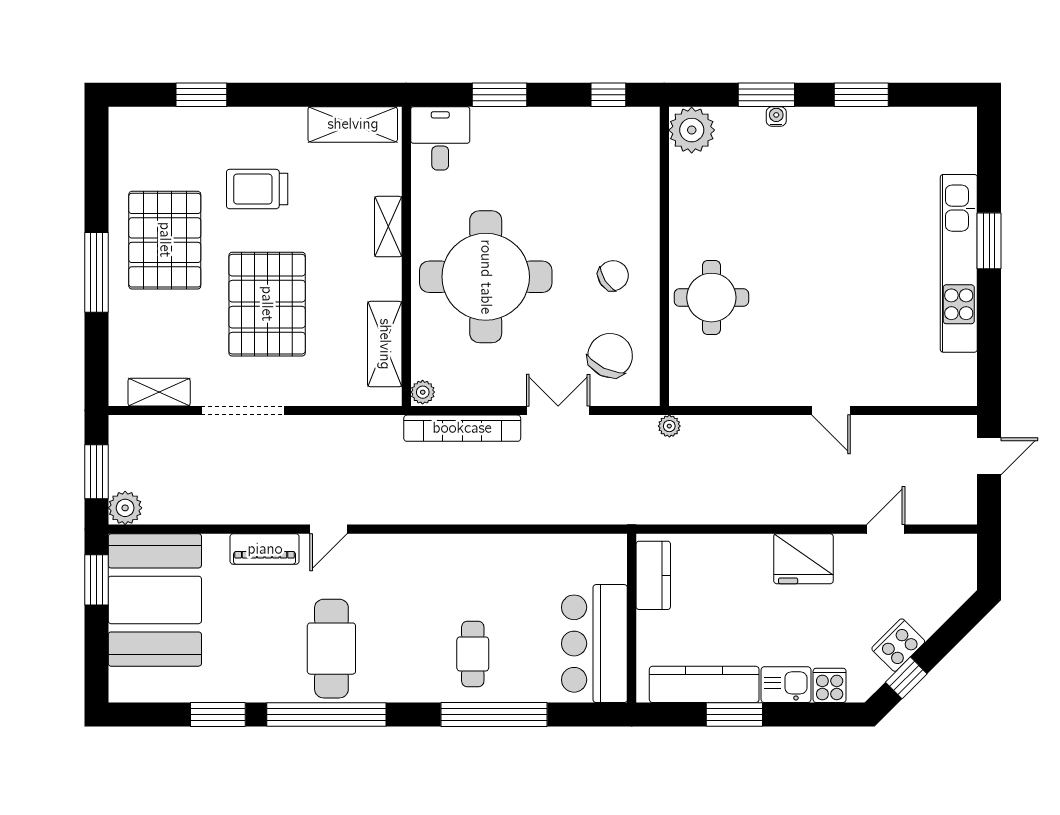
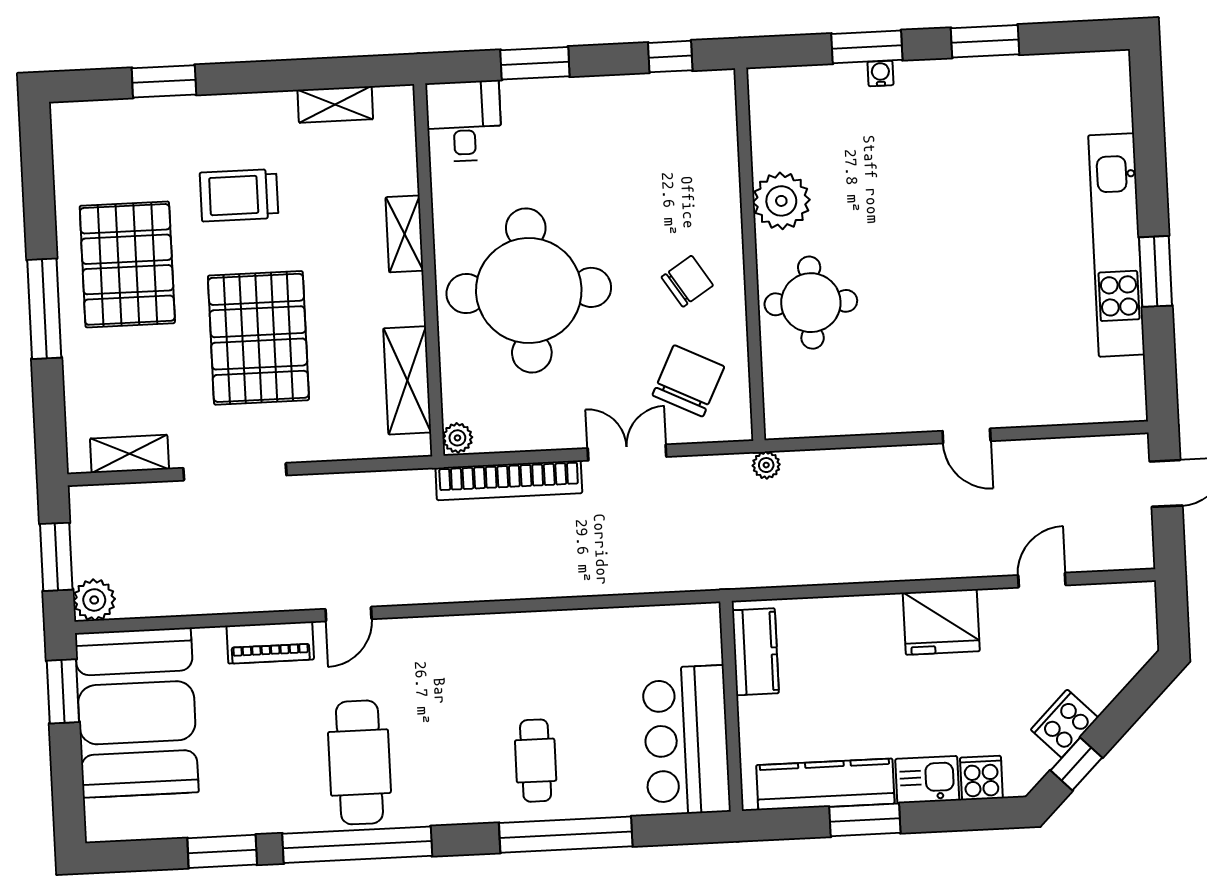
shelving: (353, 124) -> (335, 104), width x0.67, depth x0.75
plant: (692, 130) -> (781, 201), moved
window: (989, 241) -> (1156, 271), moved

